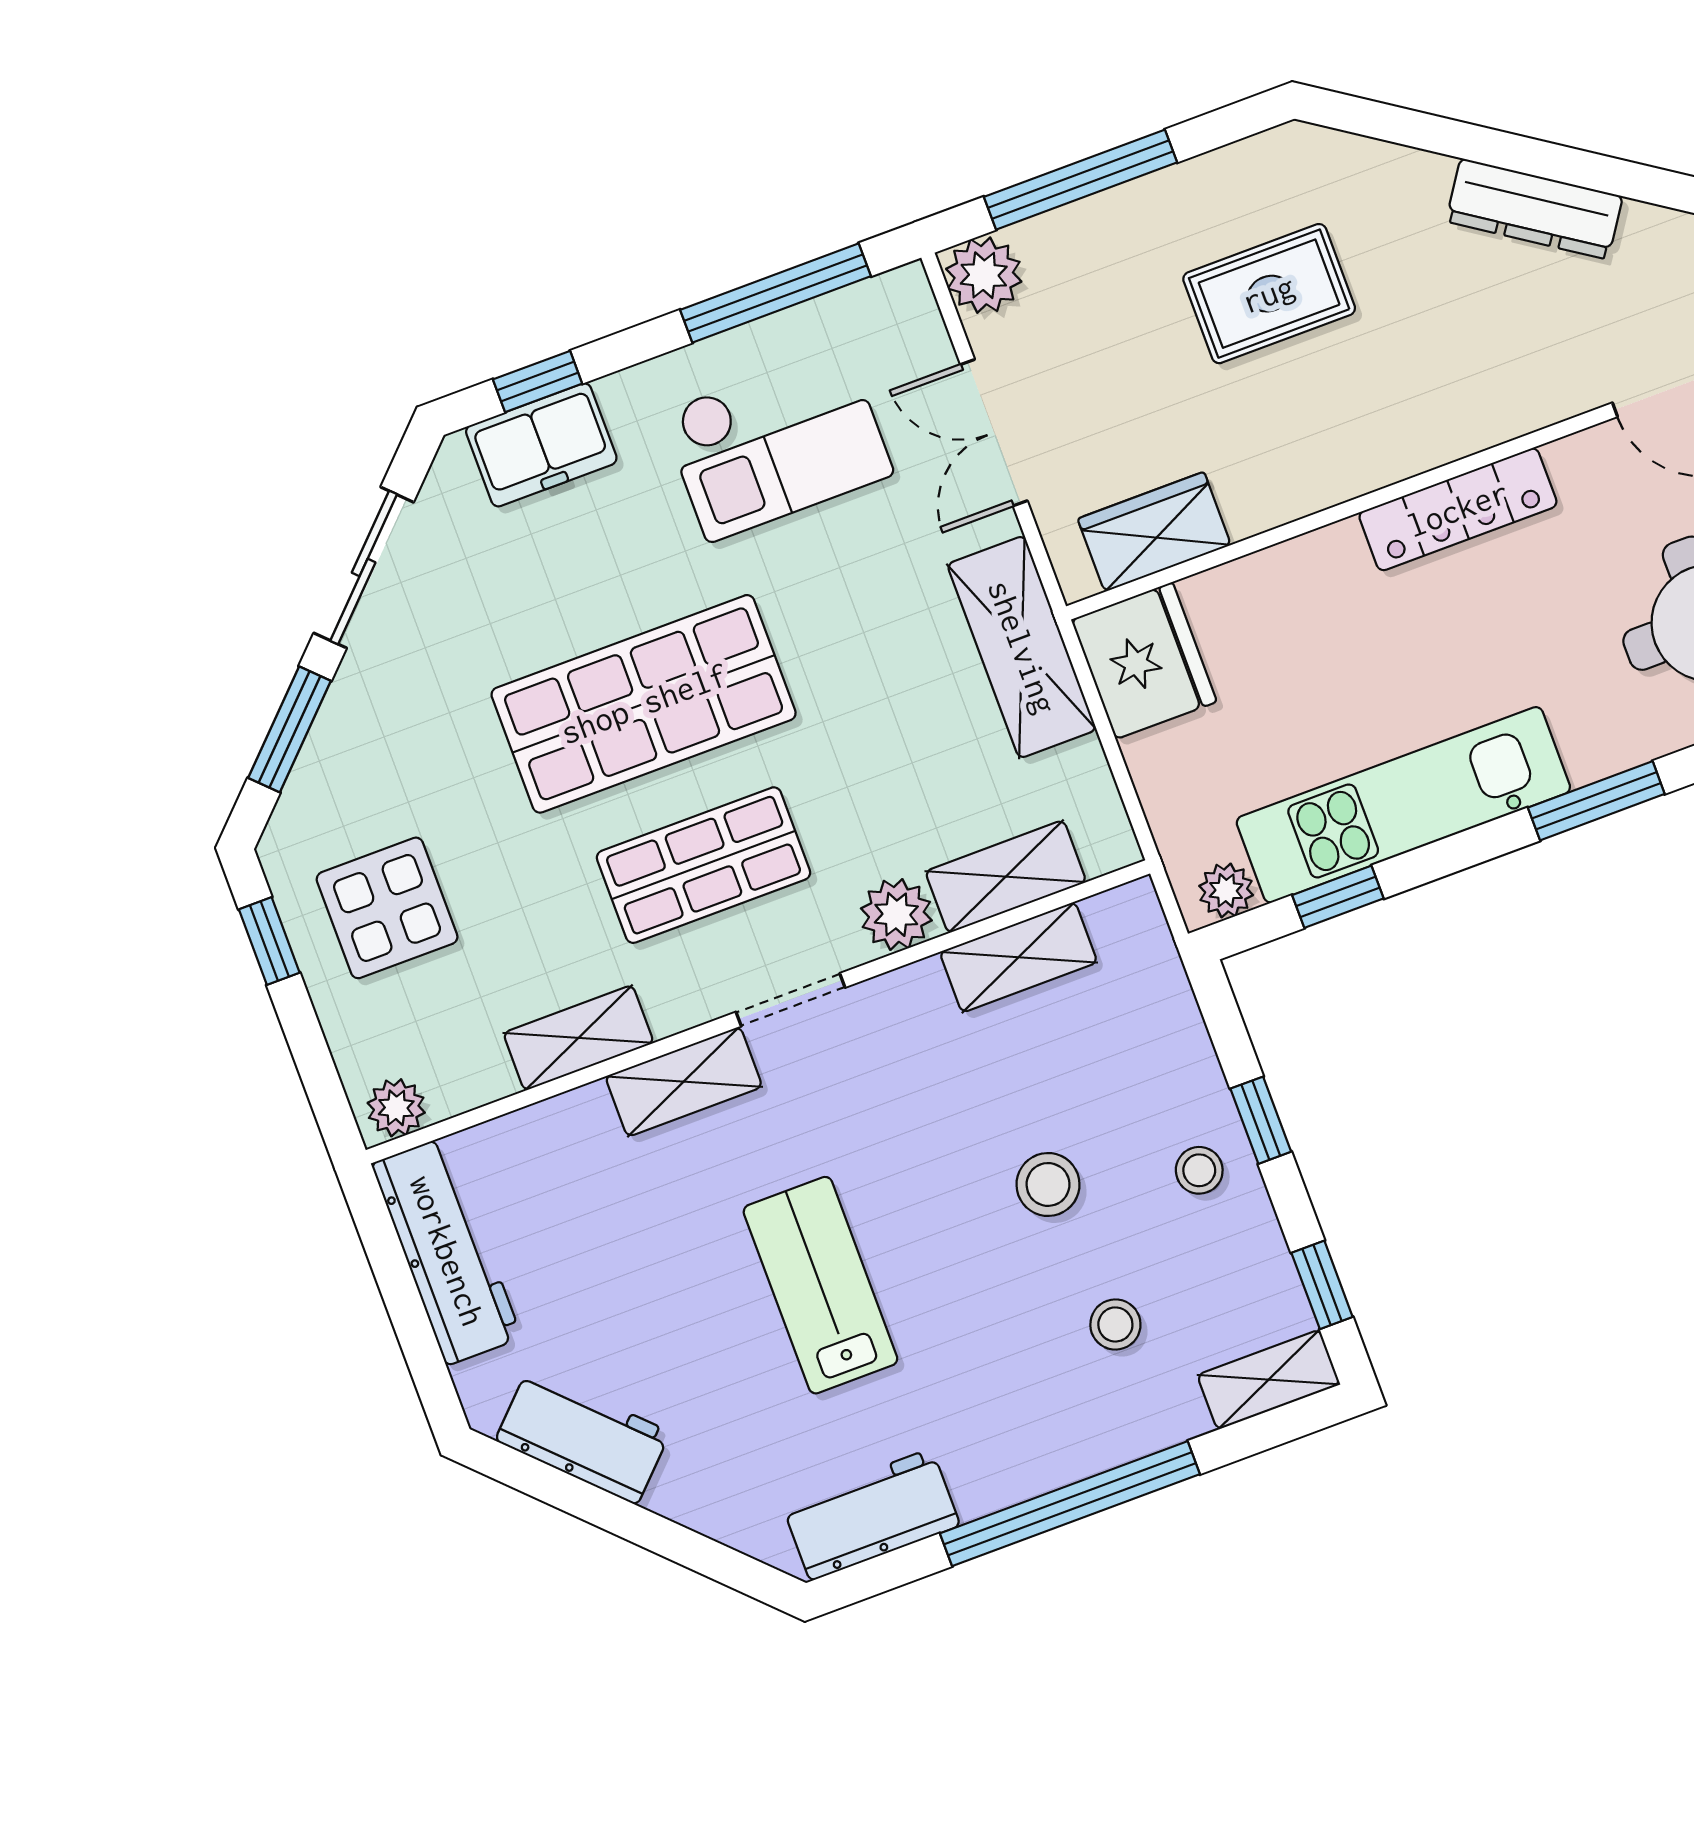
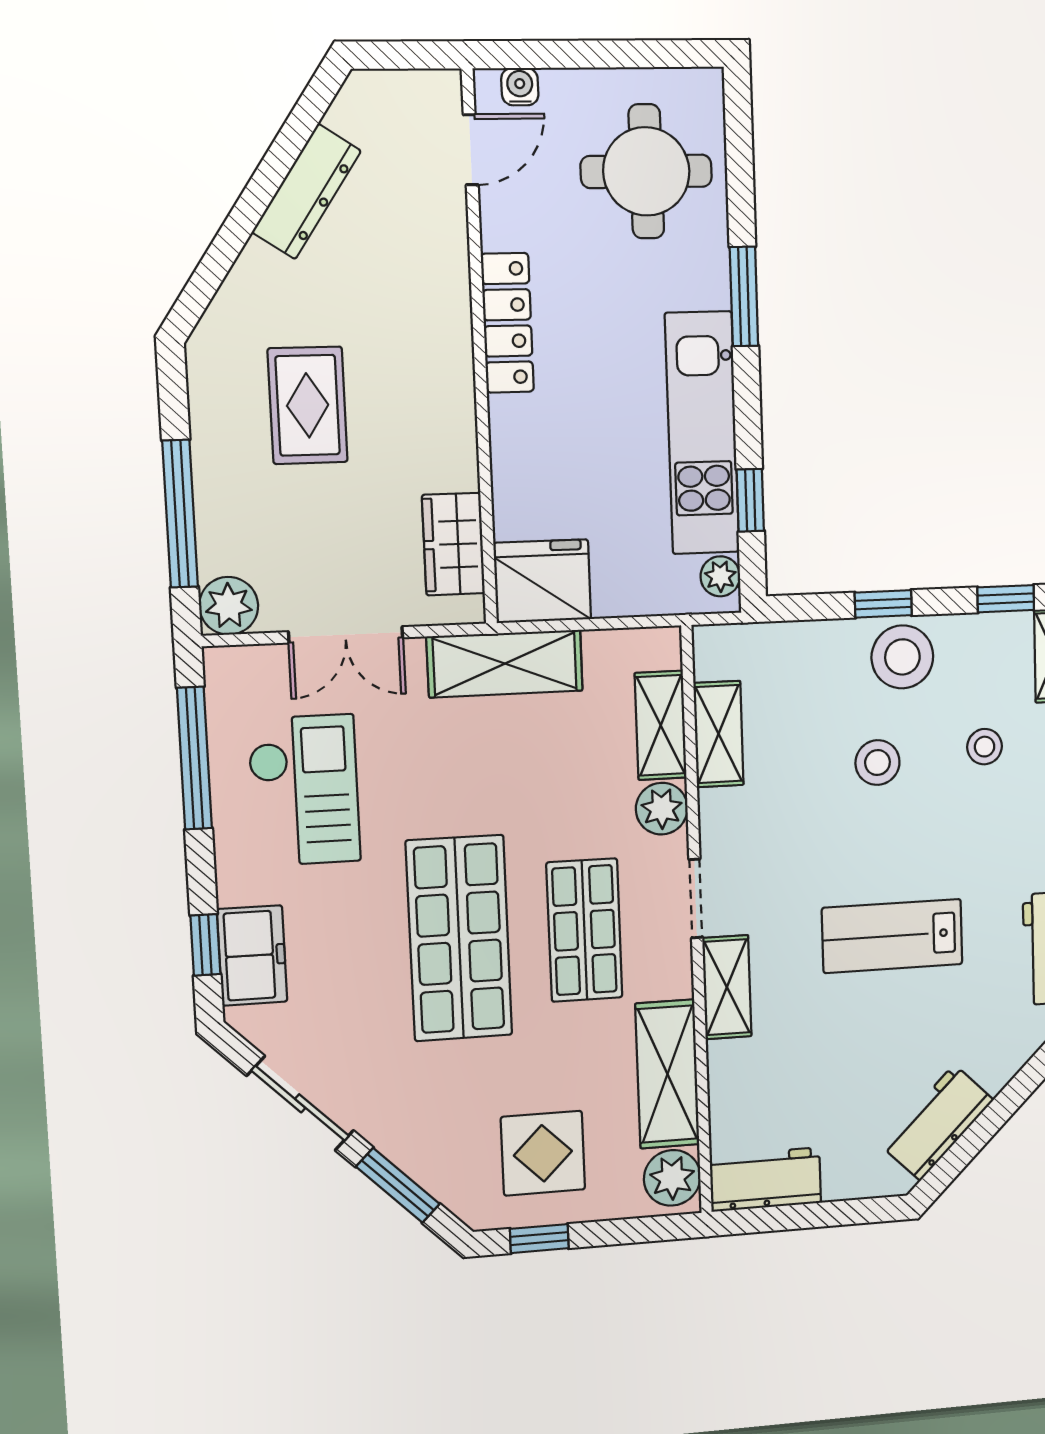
shelving: (578, 1038) -> (667, 1074), width x1.50, depth x1.33
plant: (396, 1108) -> (672, 1178), width x1.38, depth x1.38
stool: (1199, 1170) -> (902, 657), width x1.89, depth x1.89
workbench: (447, 1251) -> (766, 1180), width x0.73

